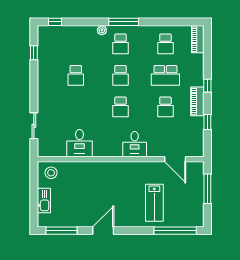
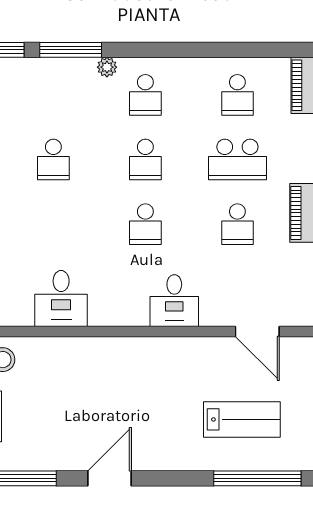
window: (124, 22) -> (71, 50), moved
lab bench: (154, 203) -> (242, 419), moved, turned -90

